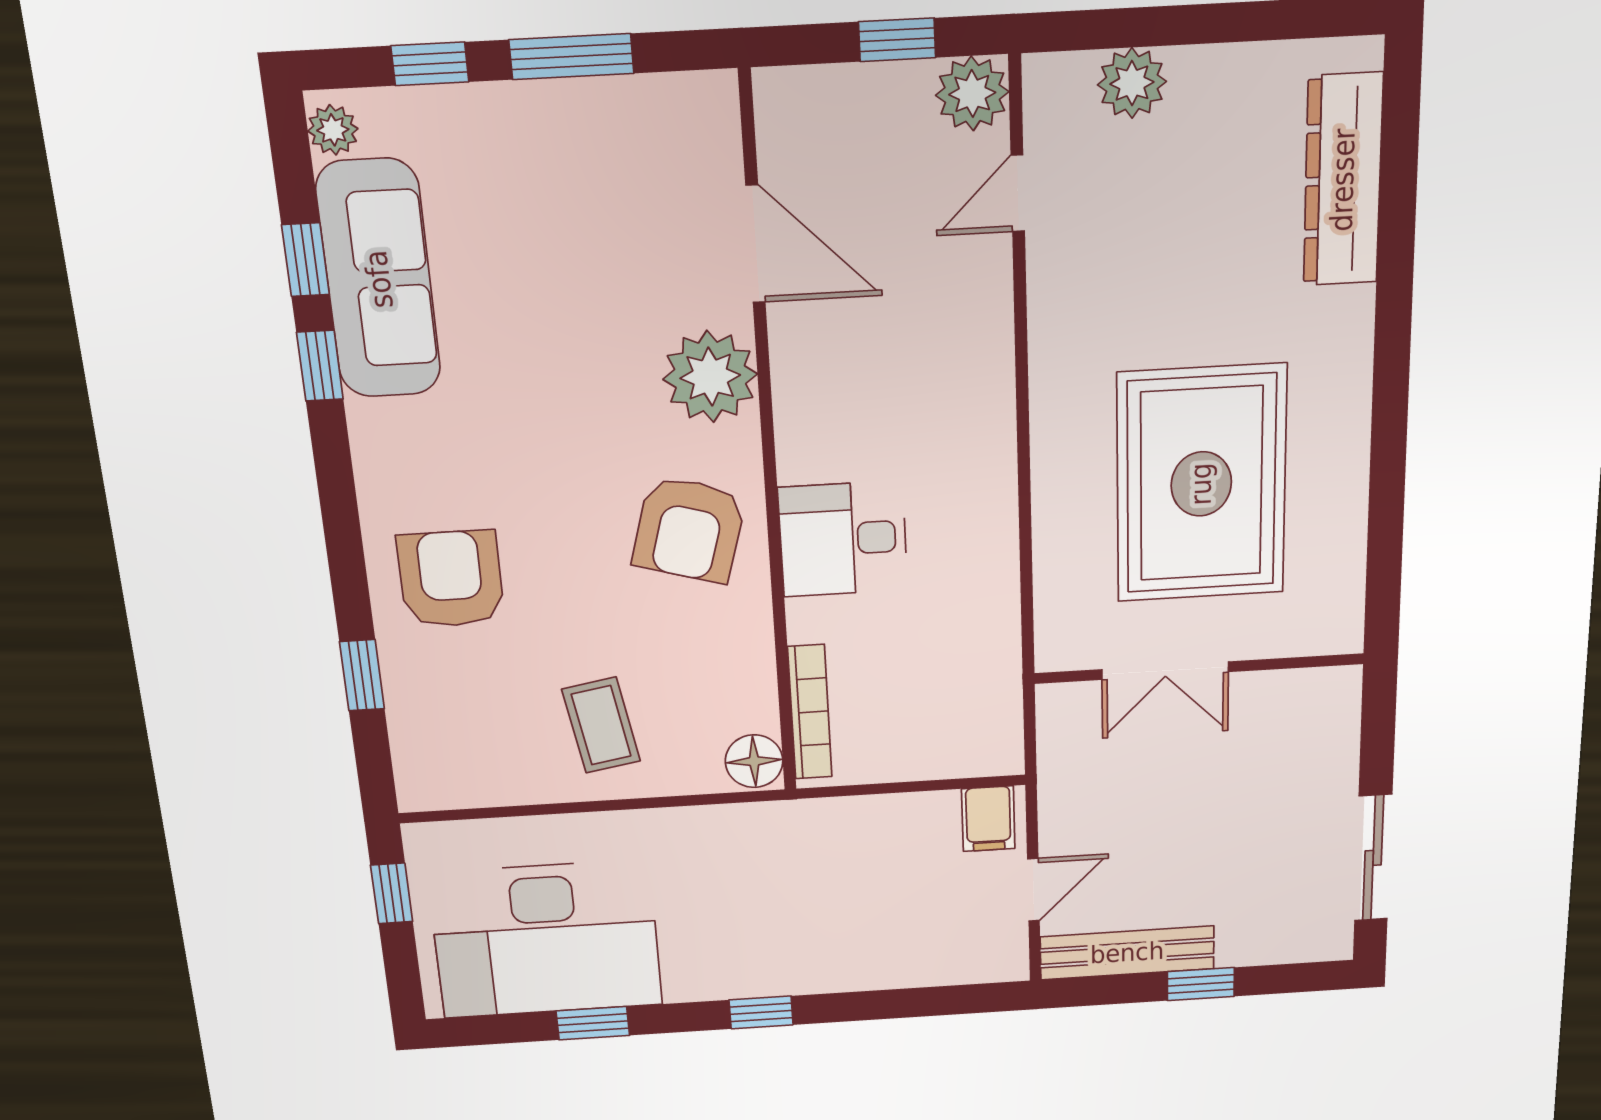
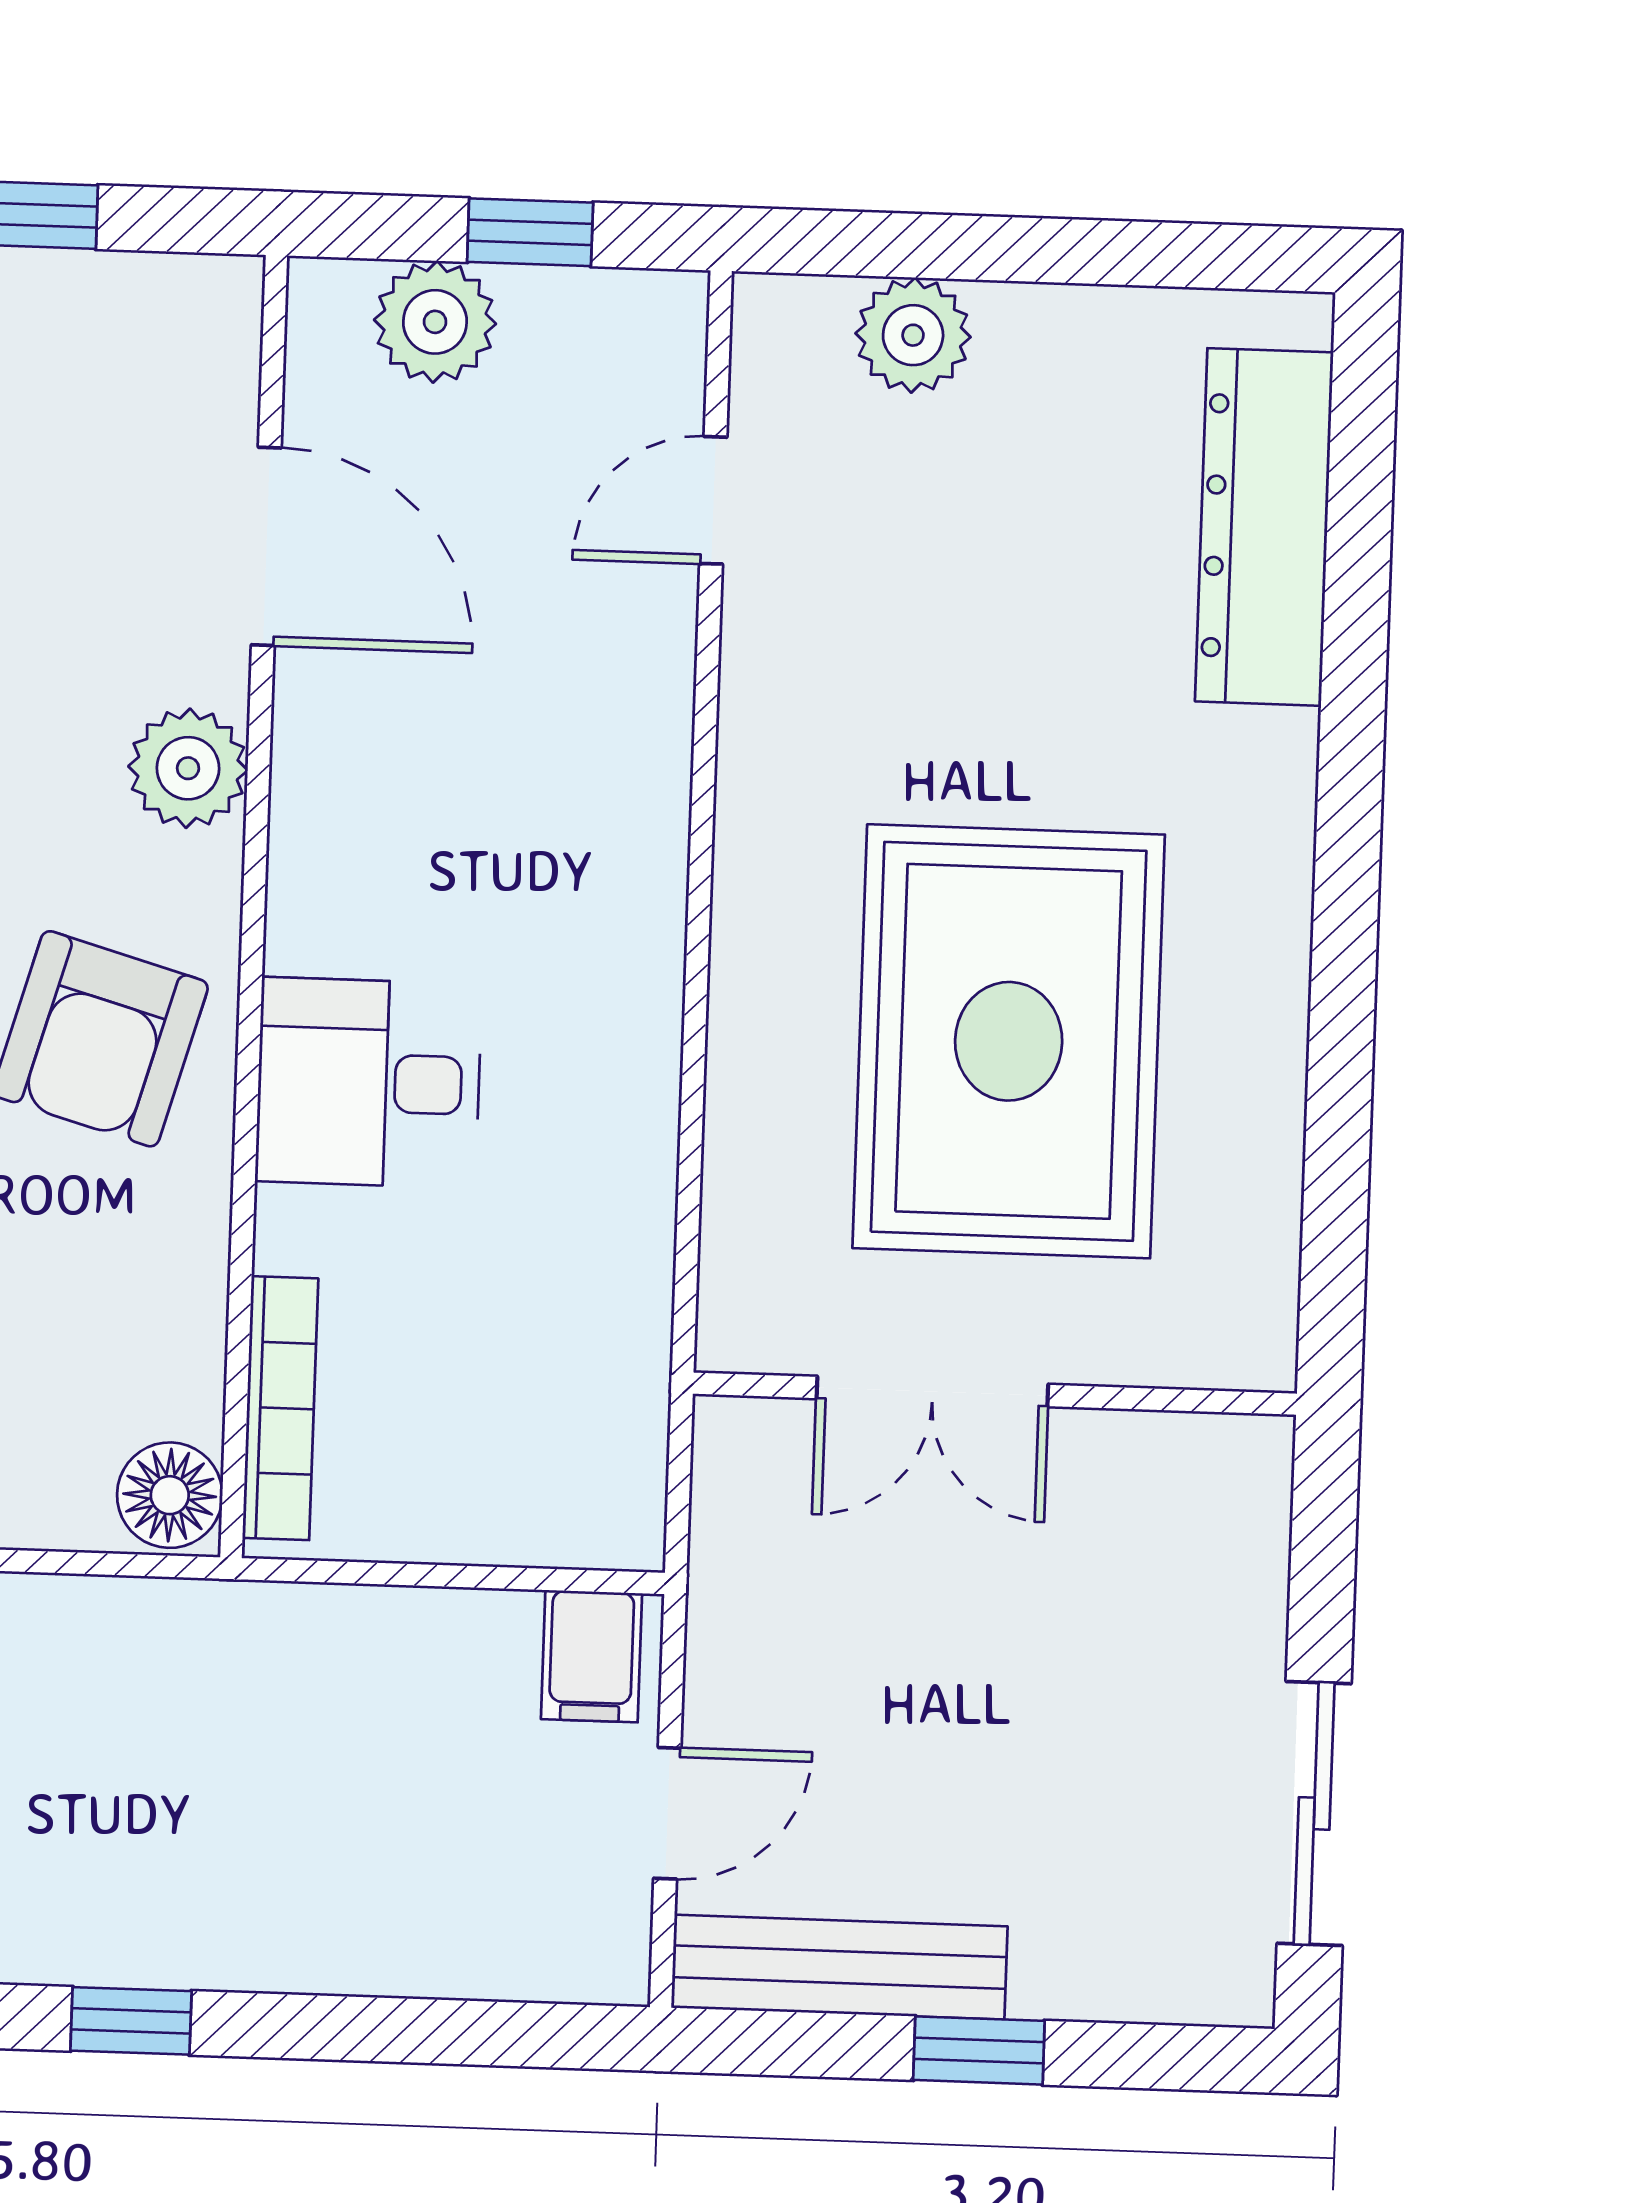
plant: (972, 94) -> (435, 322), moved
plant: (710, 377) -> (188, 768), width x0.73, depth x0.73

